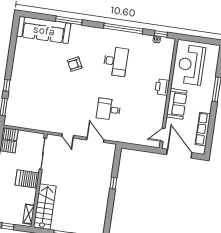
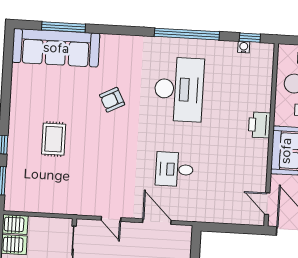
window: (69, 21) -> (64, 27), moved
desk: (116, 61) -> (179, 89), width x1.36, depth x1.30
rug: (37, 85) -> (54, 139), added
door: (163, 135) -> (267, 204), hinge flipped

